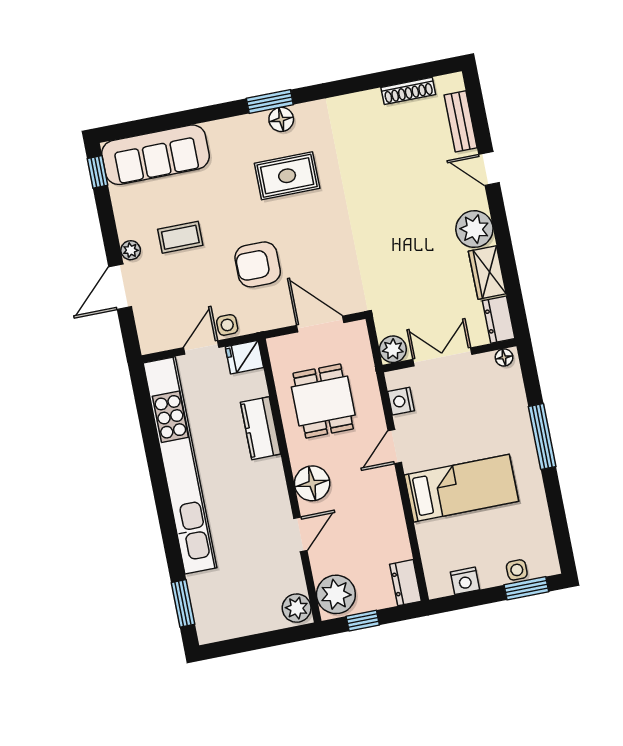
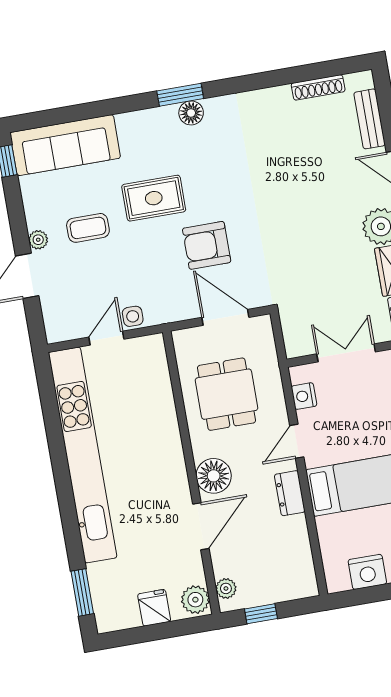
rug: (287, 176) -> (154, 198), moved
armchair: (258, 264) -> (207, 245), moved
plant: (393, 349) -> (297, 344), removed
fridge: (244, 357) -> (154, 608), moved, turned 90
kitchen counter: (261, 428) -> (164, 420), removed
door: (300, 534) -> (201, 526), width x1.38
nightstand: (465, 581) -> (367, 572), width x1.36, depth x1.33
dresser: (406, 583) -> (290, 493), moved
plant: (336, 594) -> (226, 588), width x0.53, depth x0.53

